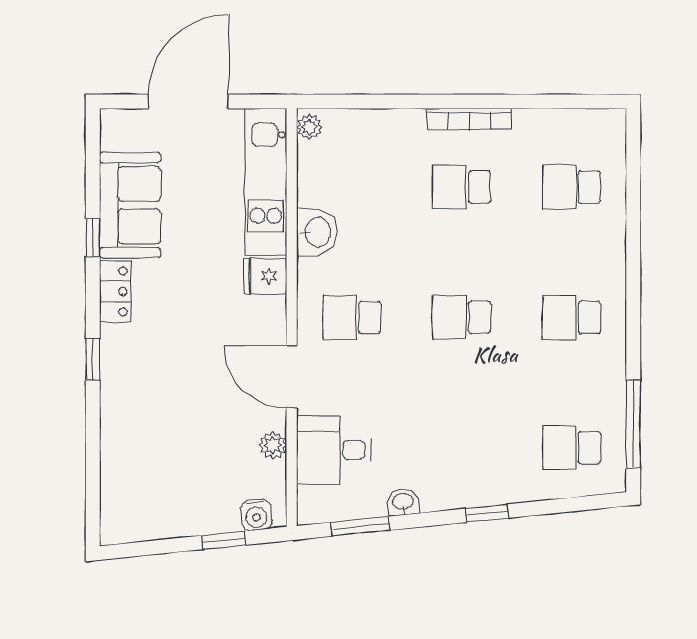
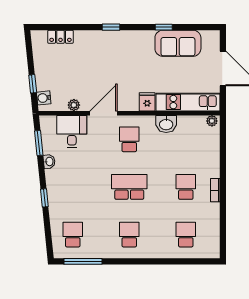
bookcase: (469, 119) -> (215, 190), width x0.64
locker: (115, 291) -> (60, 37), moved
school desk: (462, 317) -> (129, 187), width x1.85

